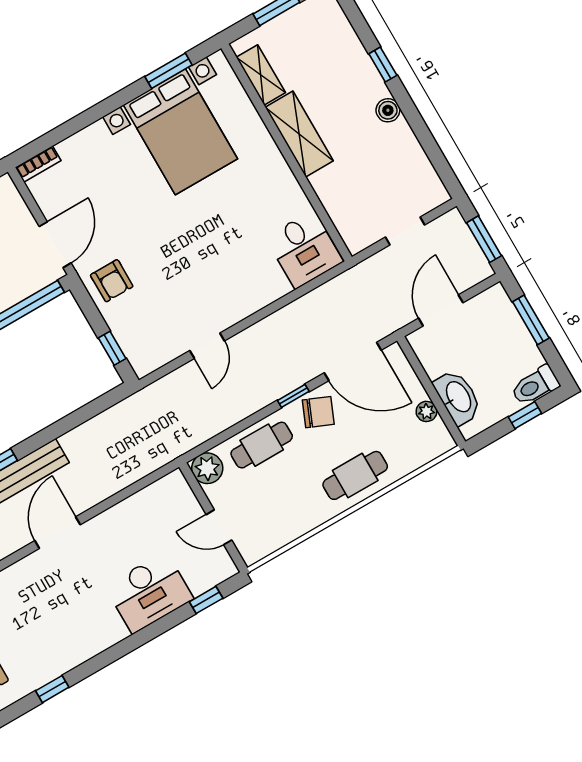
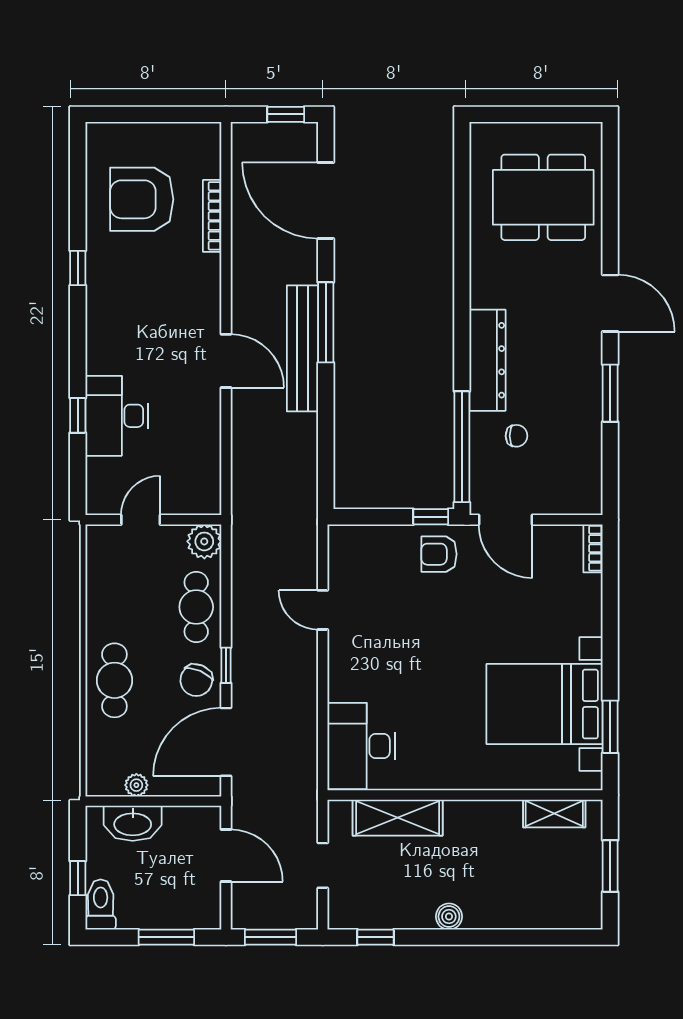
window: (383, 65) -> (375, 937), moved
shelving: (299, 134) -> (398, 818), moved
desk: (304, 250) -> (361, 746), width x1.37
window: (112, 348) -> (431, 517), moved
window: (206, 600) -> (78, 415), moved

